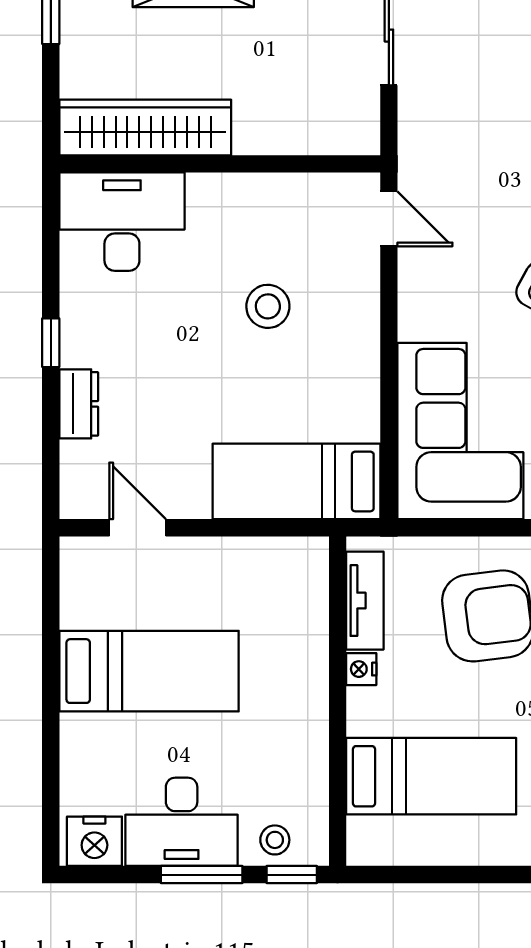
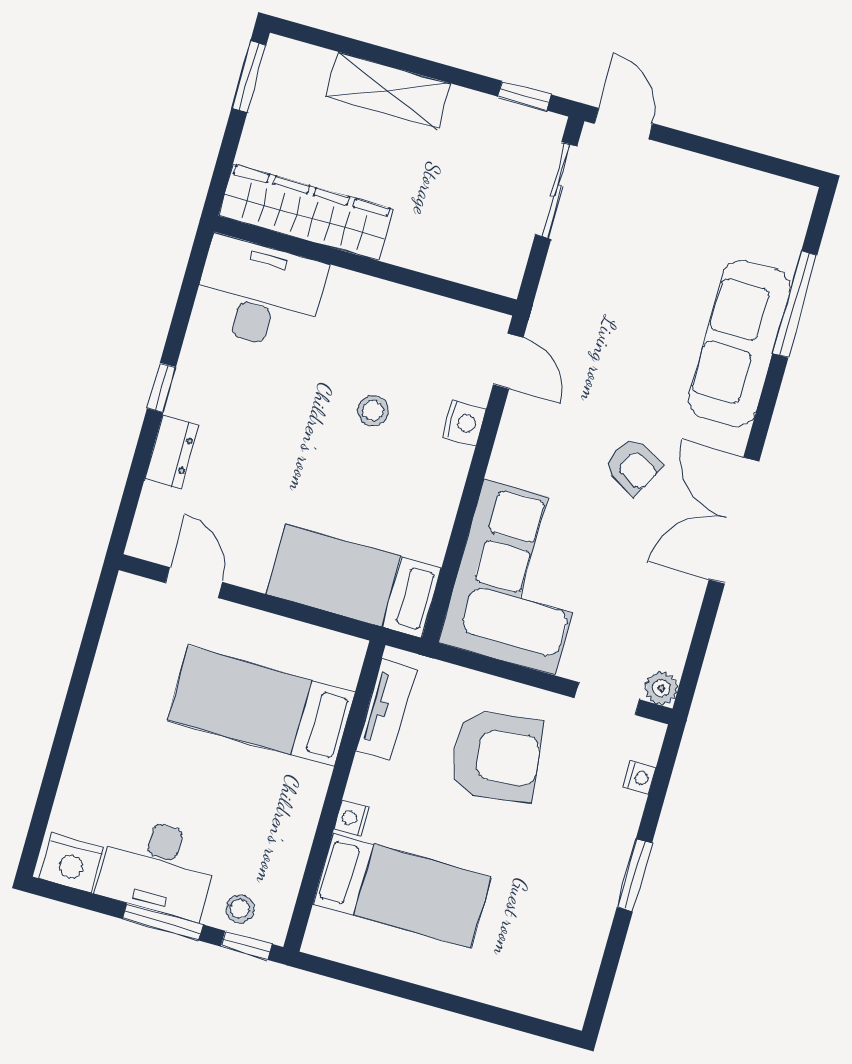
nightstand: (362, 293) -> (464, 423), added
stool: (268, 306) -> (373, 411), width x0.73, depth x0.73
nightstand: (361, 669) -> (352, 818), moved
bed: (149, 671) -> (261, 706), moved, turned 180

